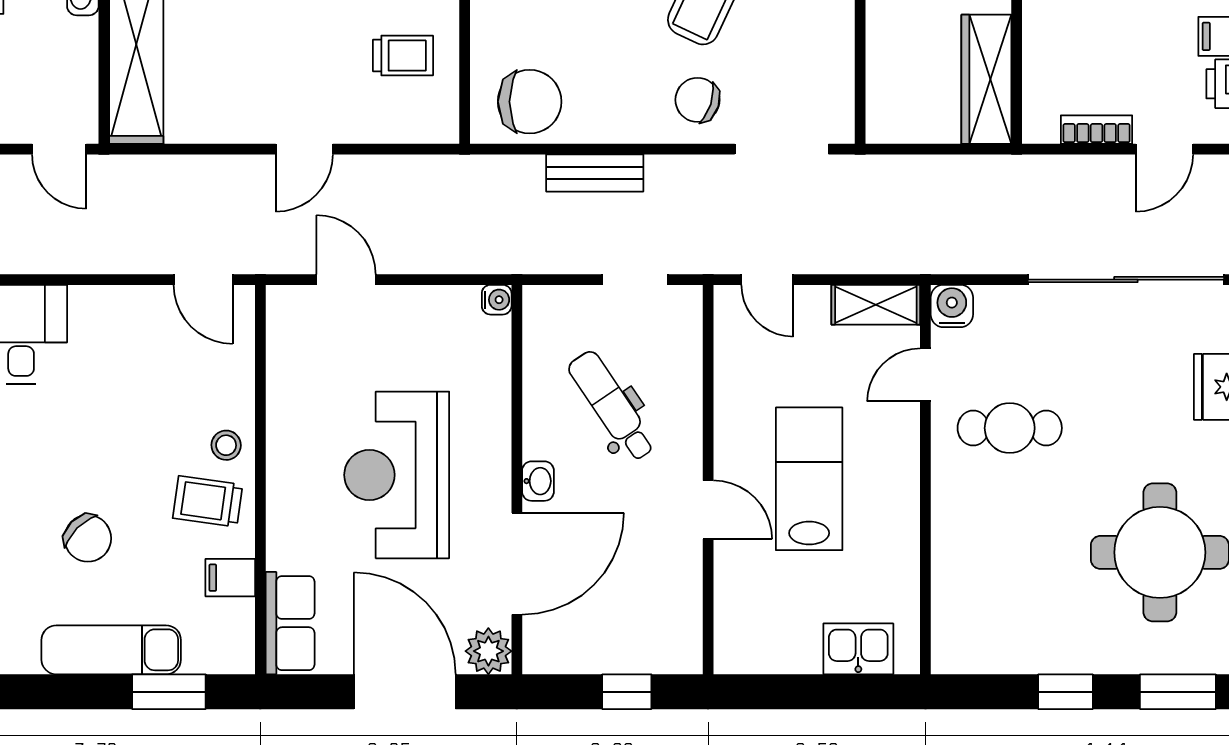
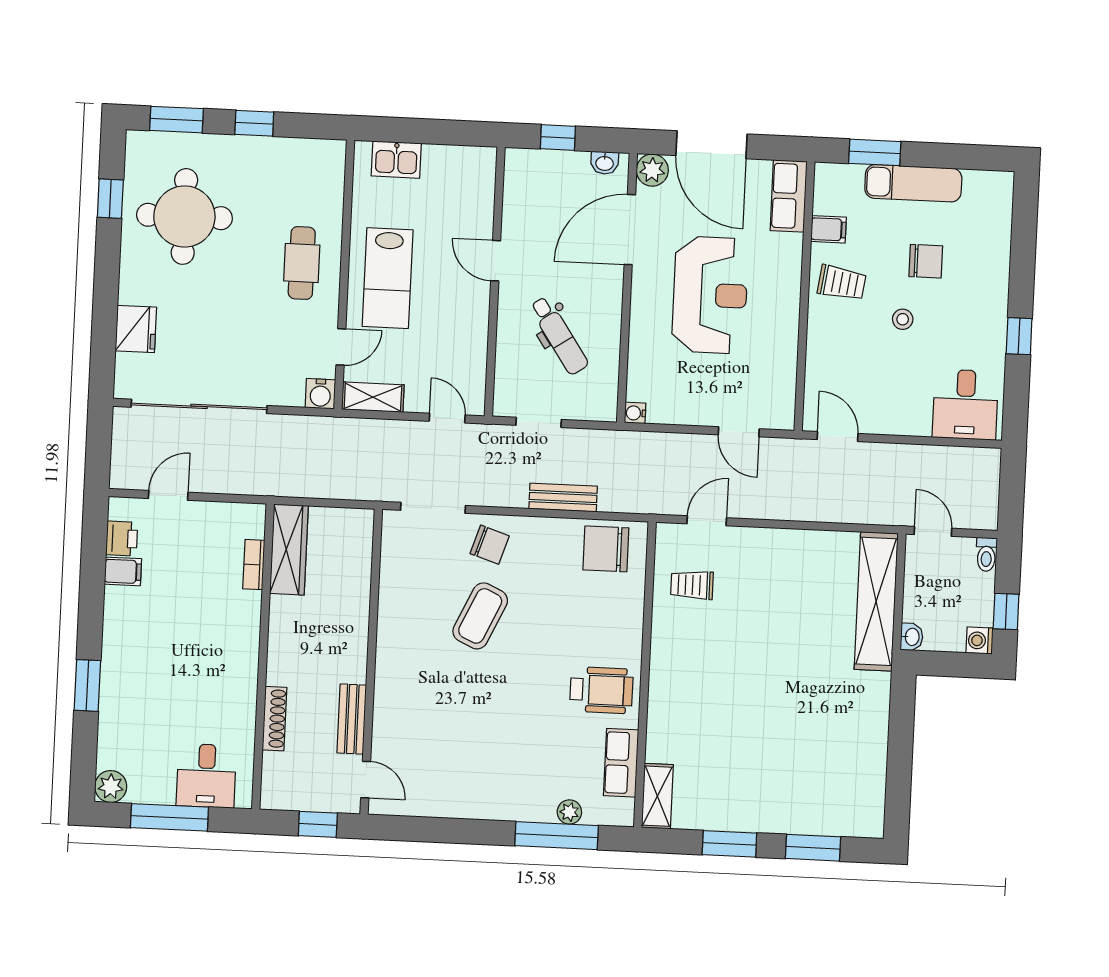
bookcase: (1097, 130) -> (254, 565), moved, turned 90
door: (304, 149) -> (707, 521), moved
cafe table: (1010, 428) -> (302, 263), moved, turned 90
stool: (226, 445) -> (903, 319), moved
lab bench: (809, 479) -> (388, 278), moved
washbasin: (538, 481) -> (605, 163), moved, turned -90
chair: (88, 538) -> (926, 261), turned 135

